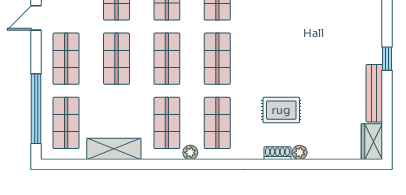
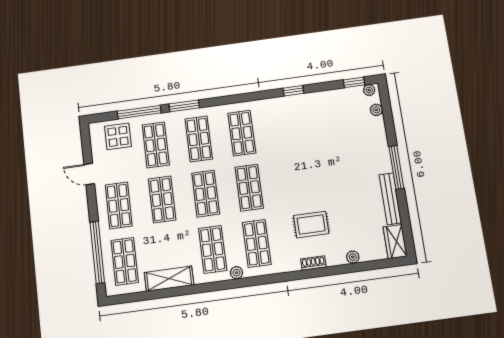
door: (36, 18) -> (89, 174), hinge flipped
window: (387, 59) -> (396, 167), width x2.17
plant: (300, 152) -> (353, 257), moved

